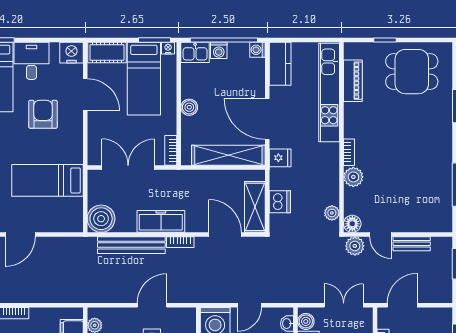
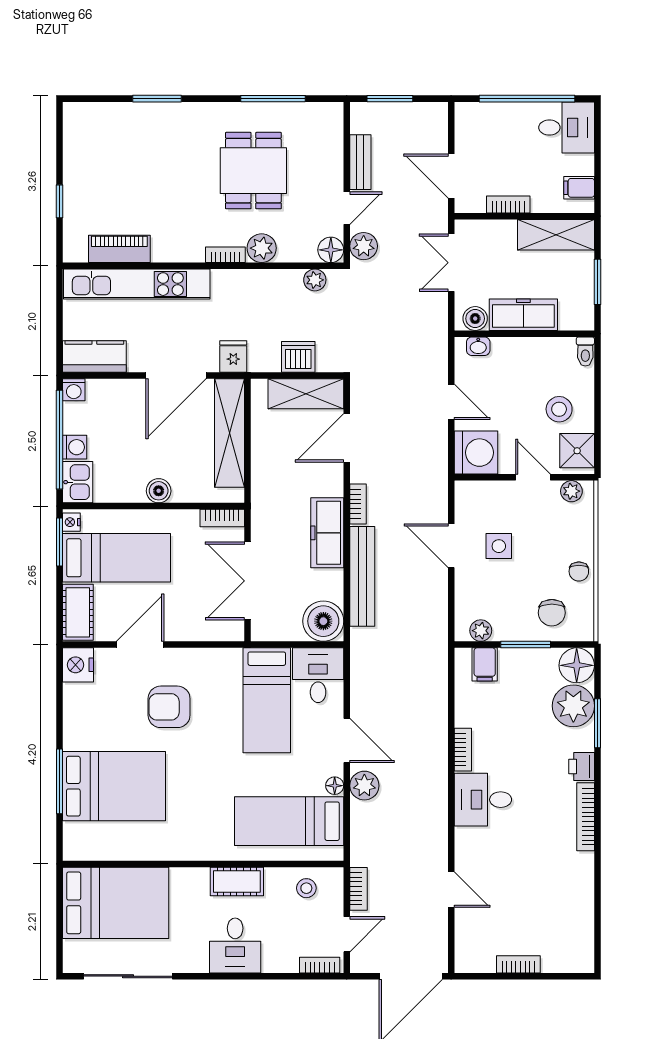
desk: (31, 61) -> (318, 675), moved, turned 90
dining table: (412, 72) -> (253, 171), moved

